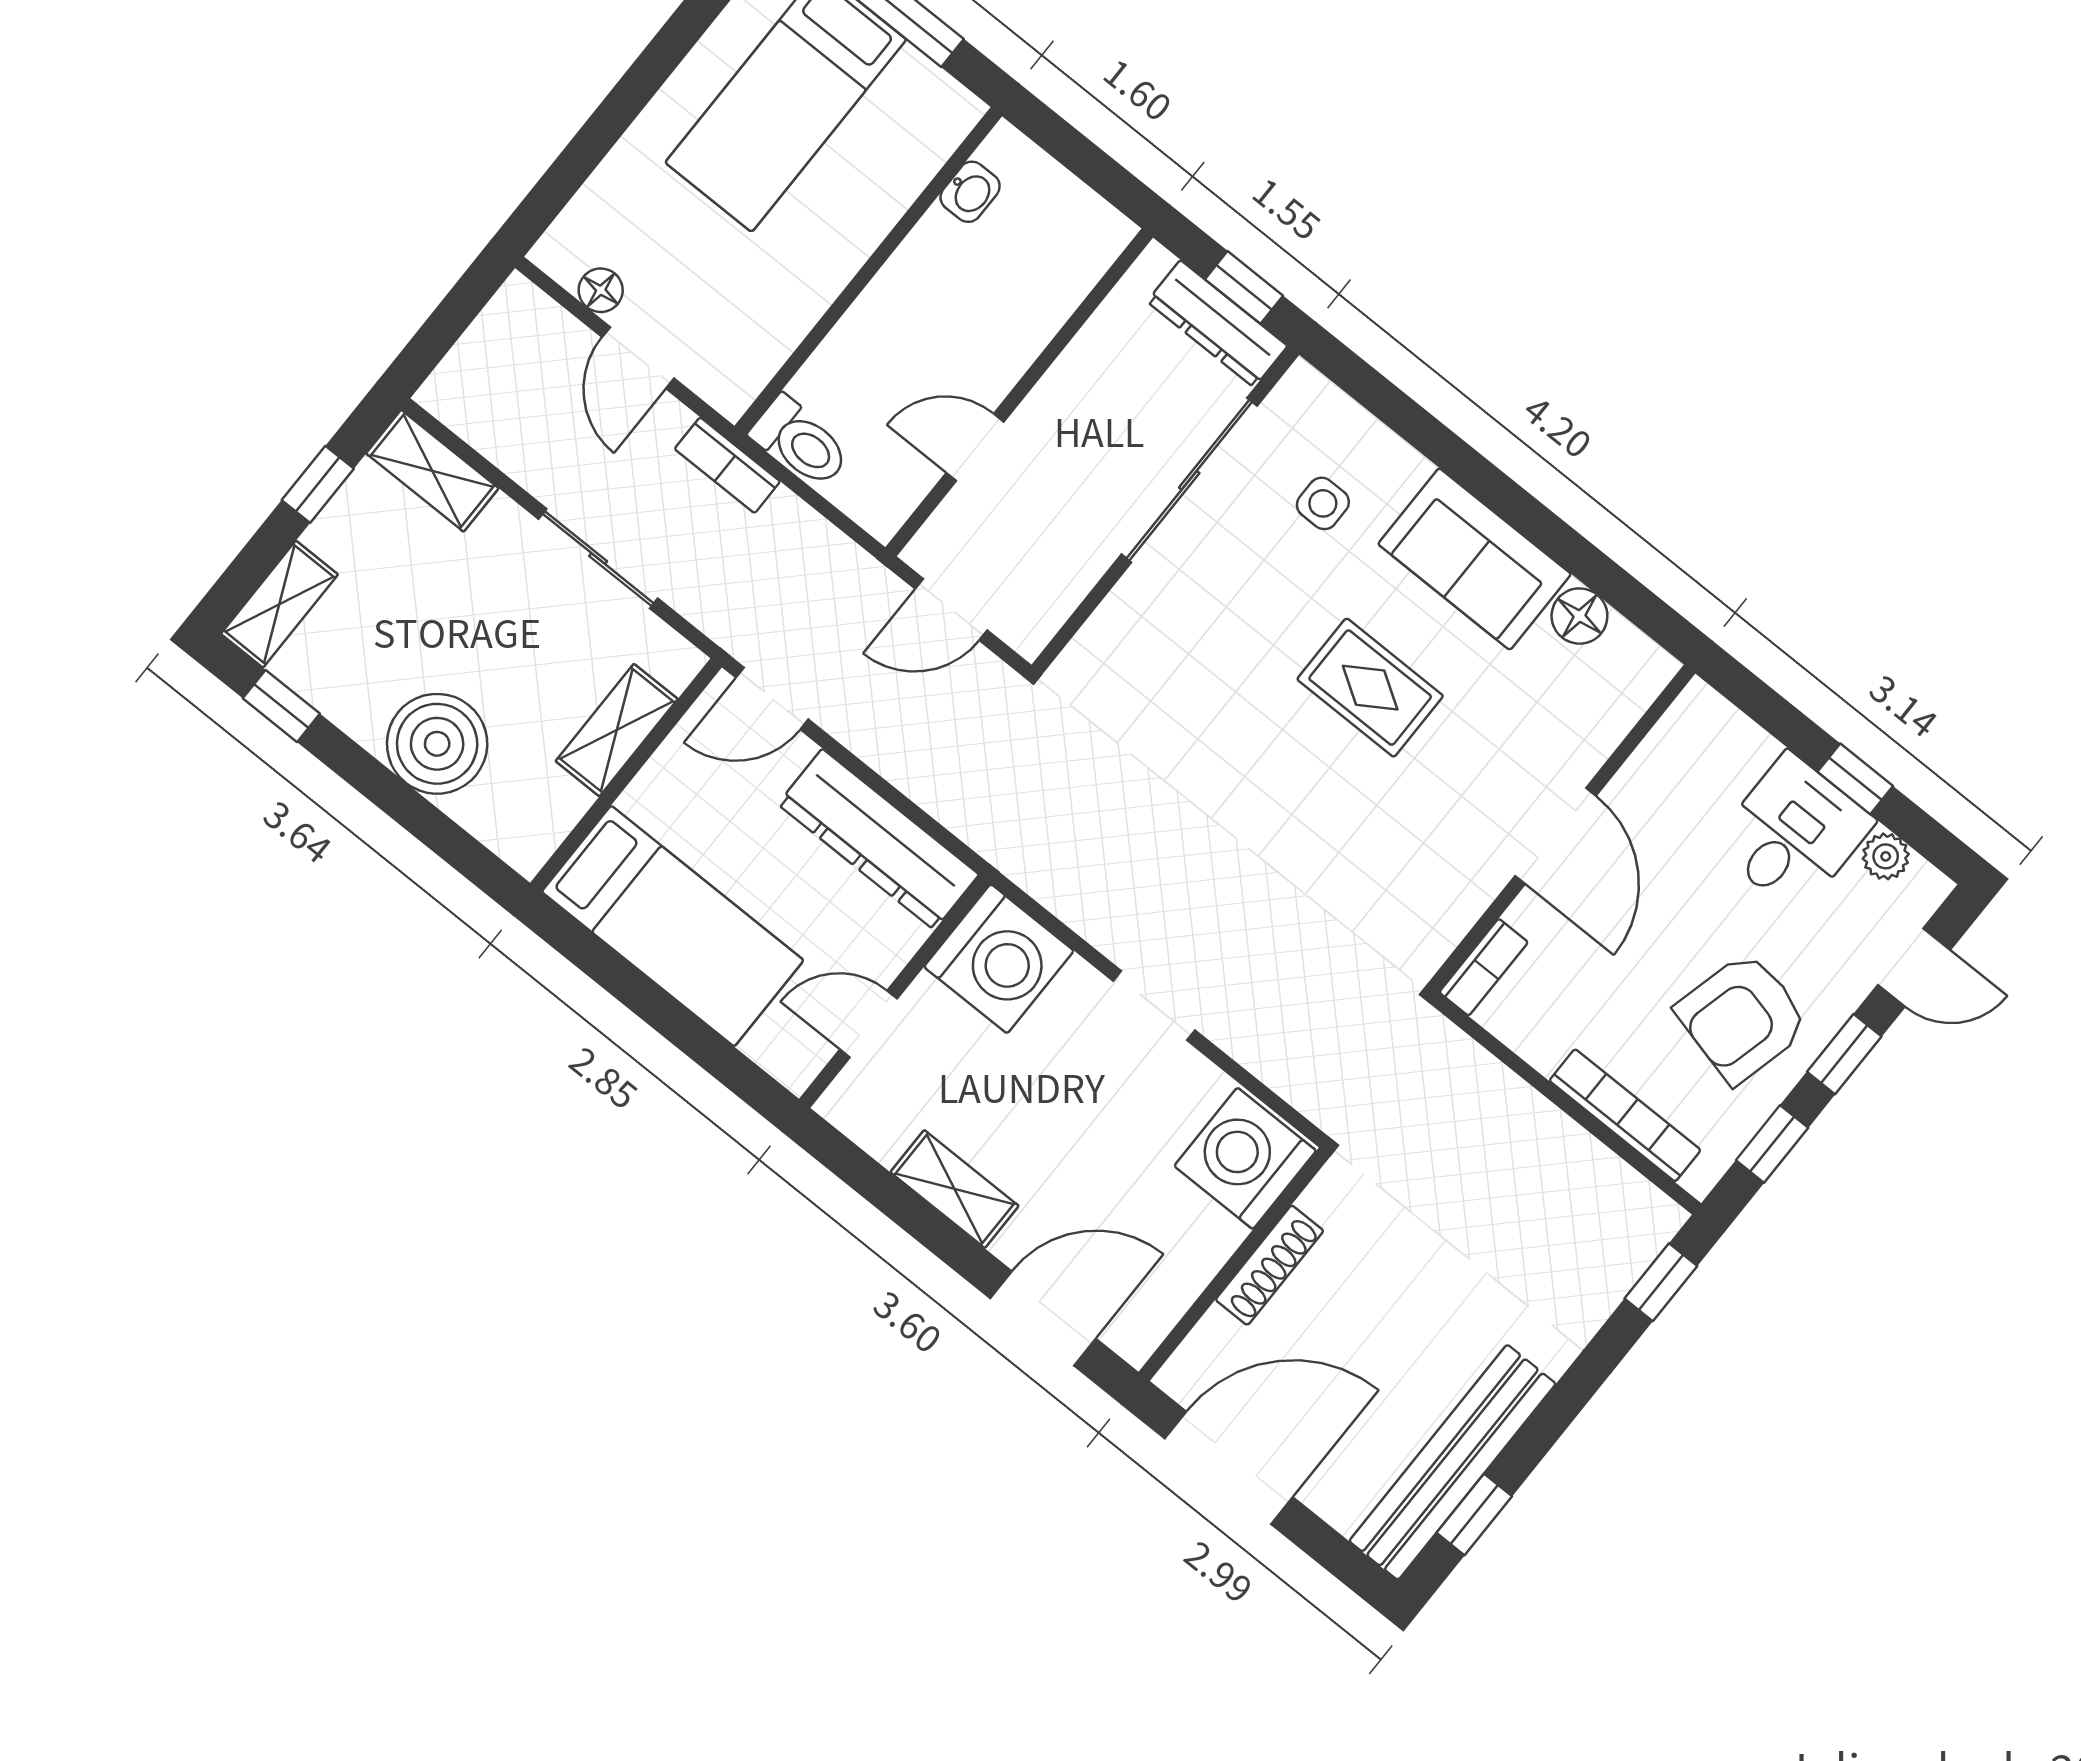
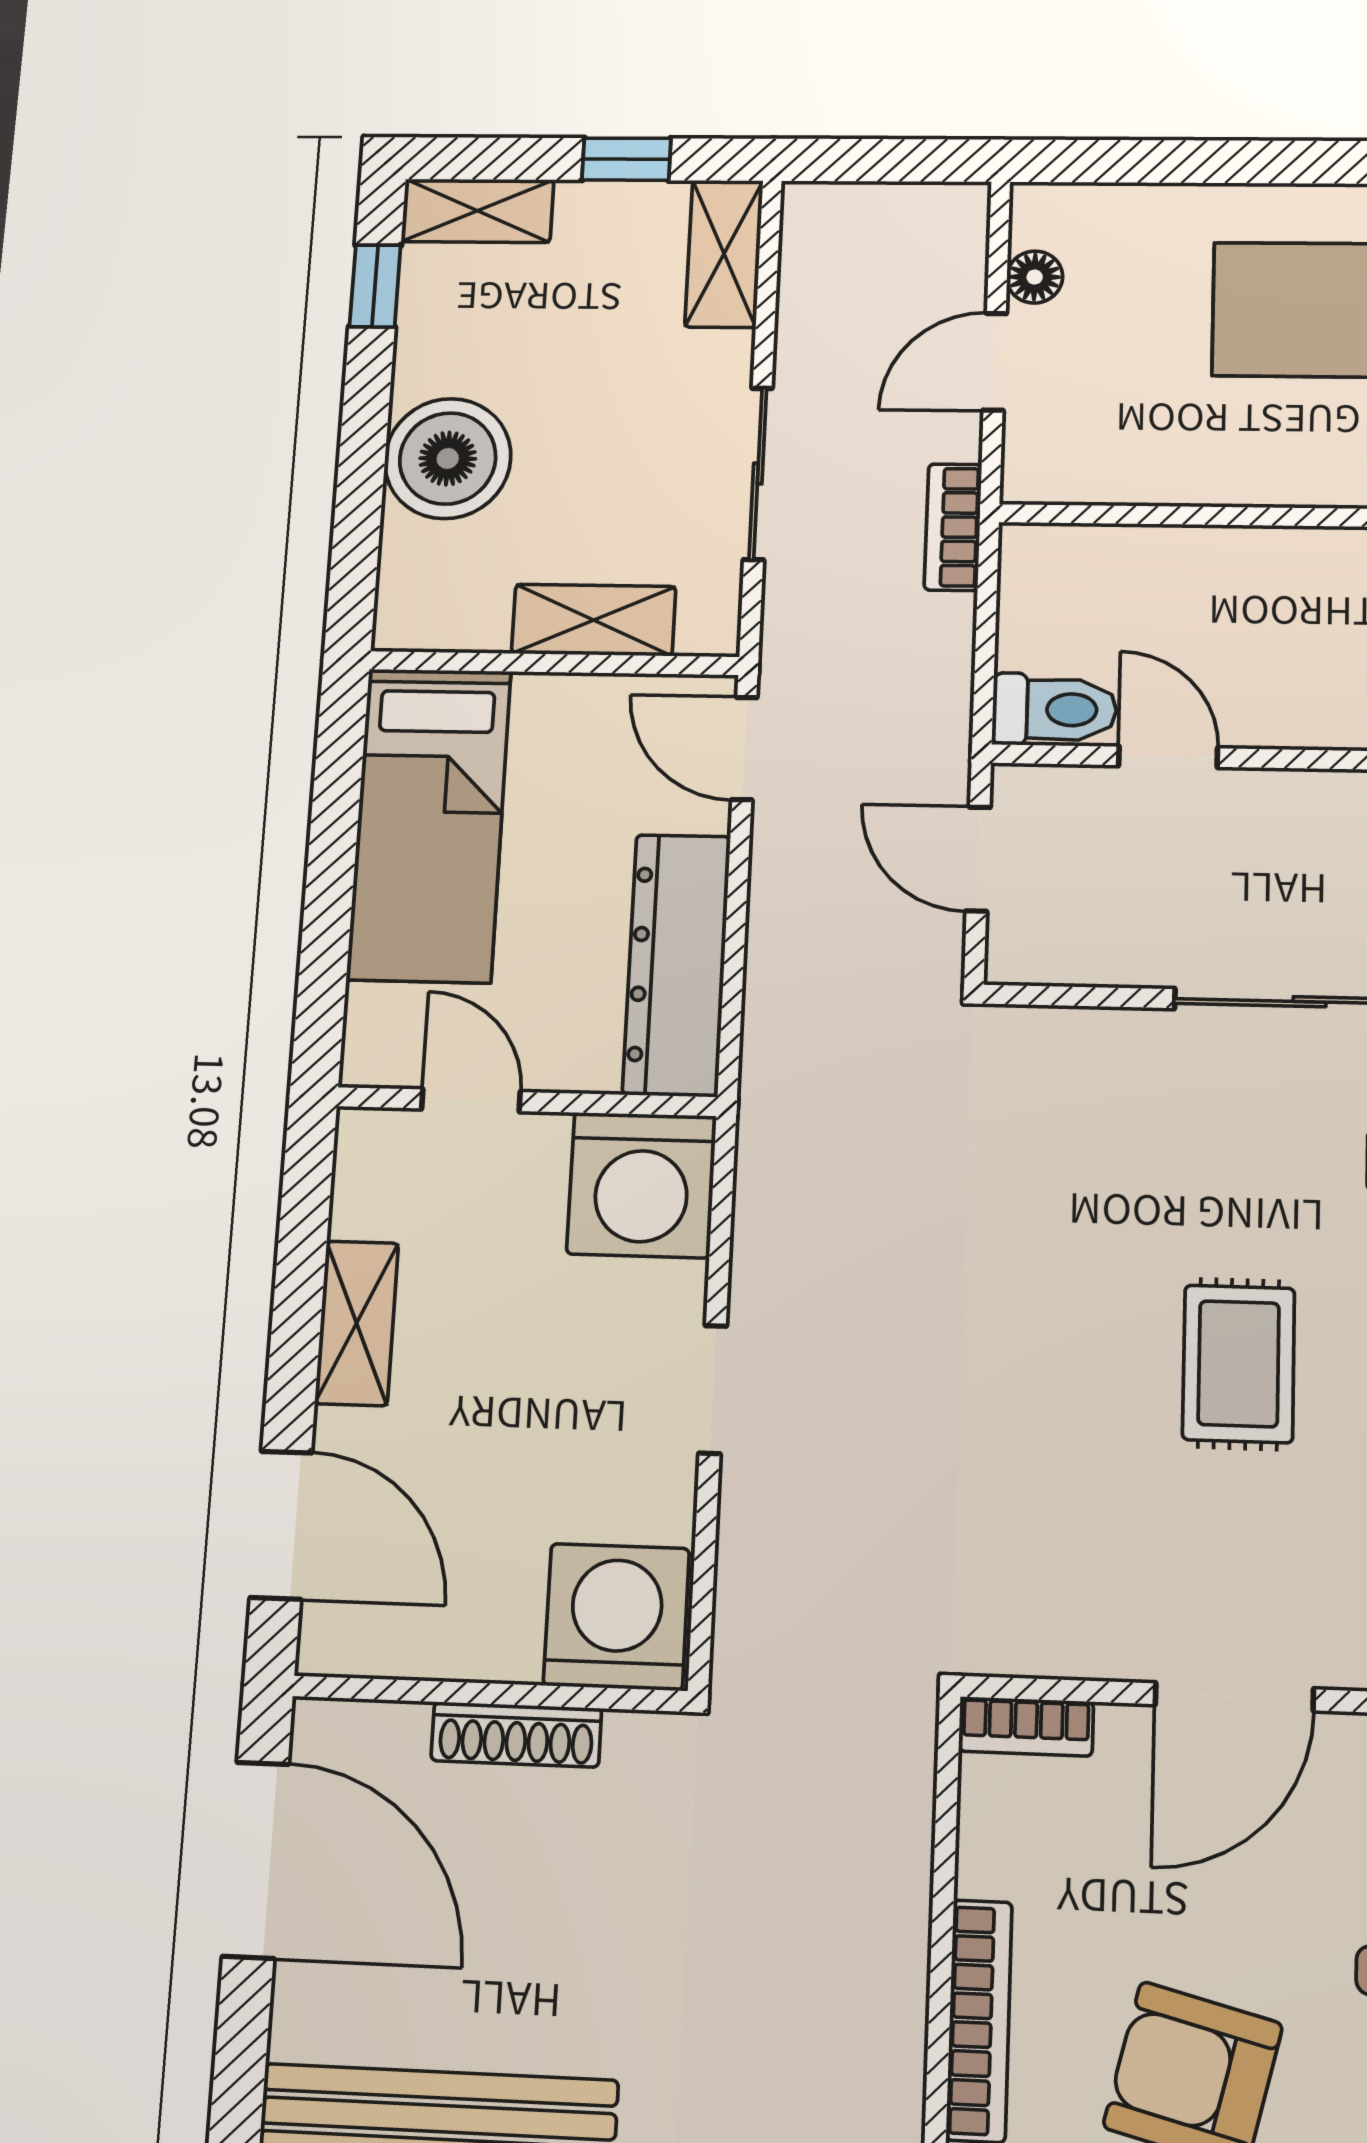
toilet: (800, 442) -> (1054, 710), moved, turned -90

